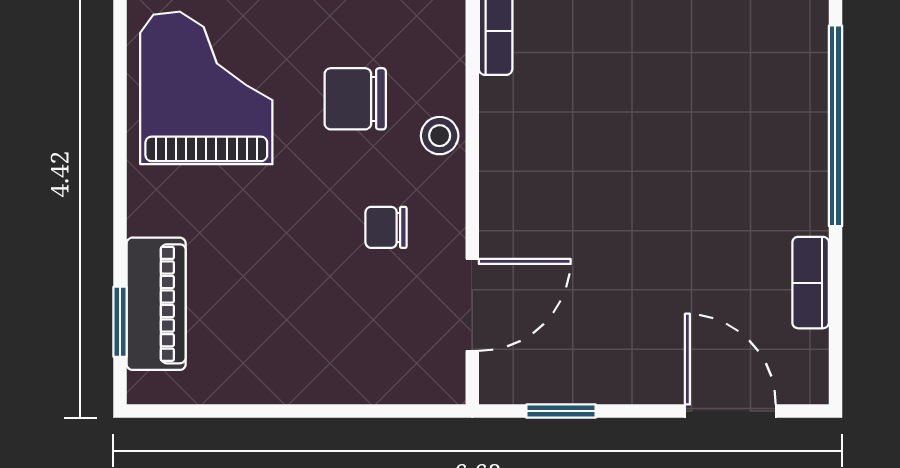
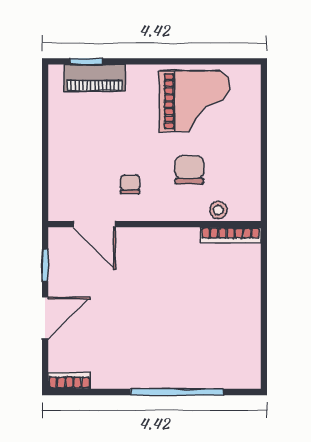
stool: (440, 136) -> (218, 210), moved
bookcase: (811, 283) -> (69, 381), moved
door: (730, 411) -> (45, 318), moved

